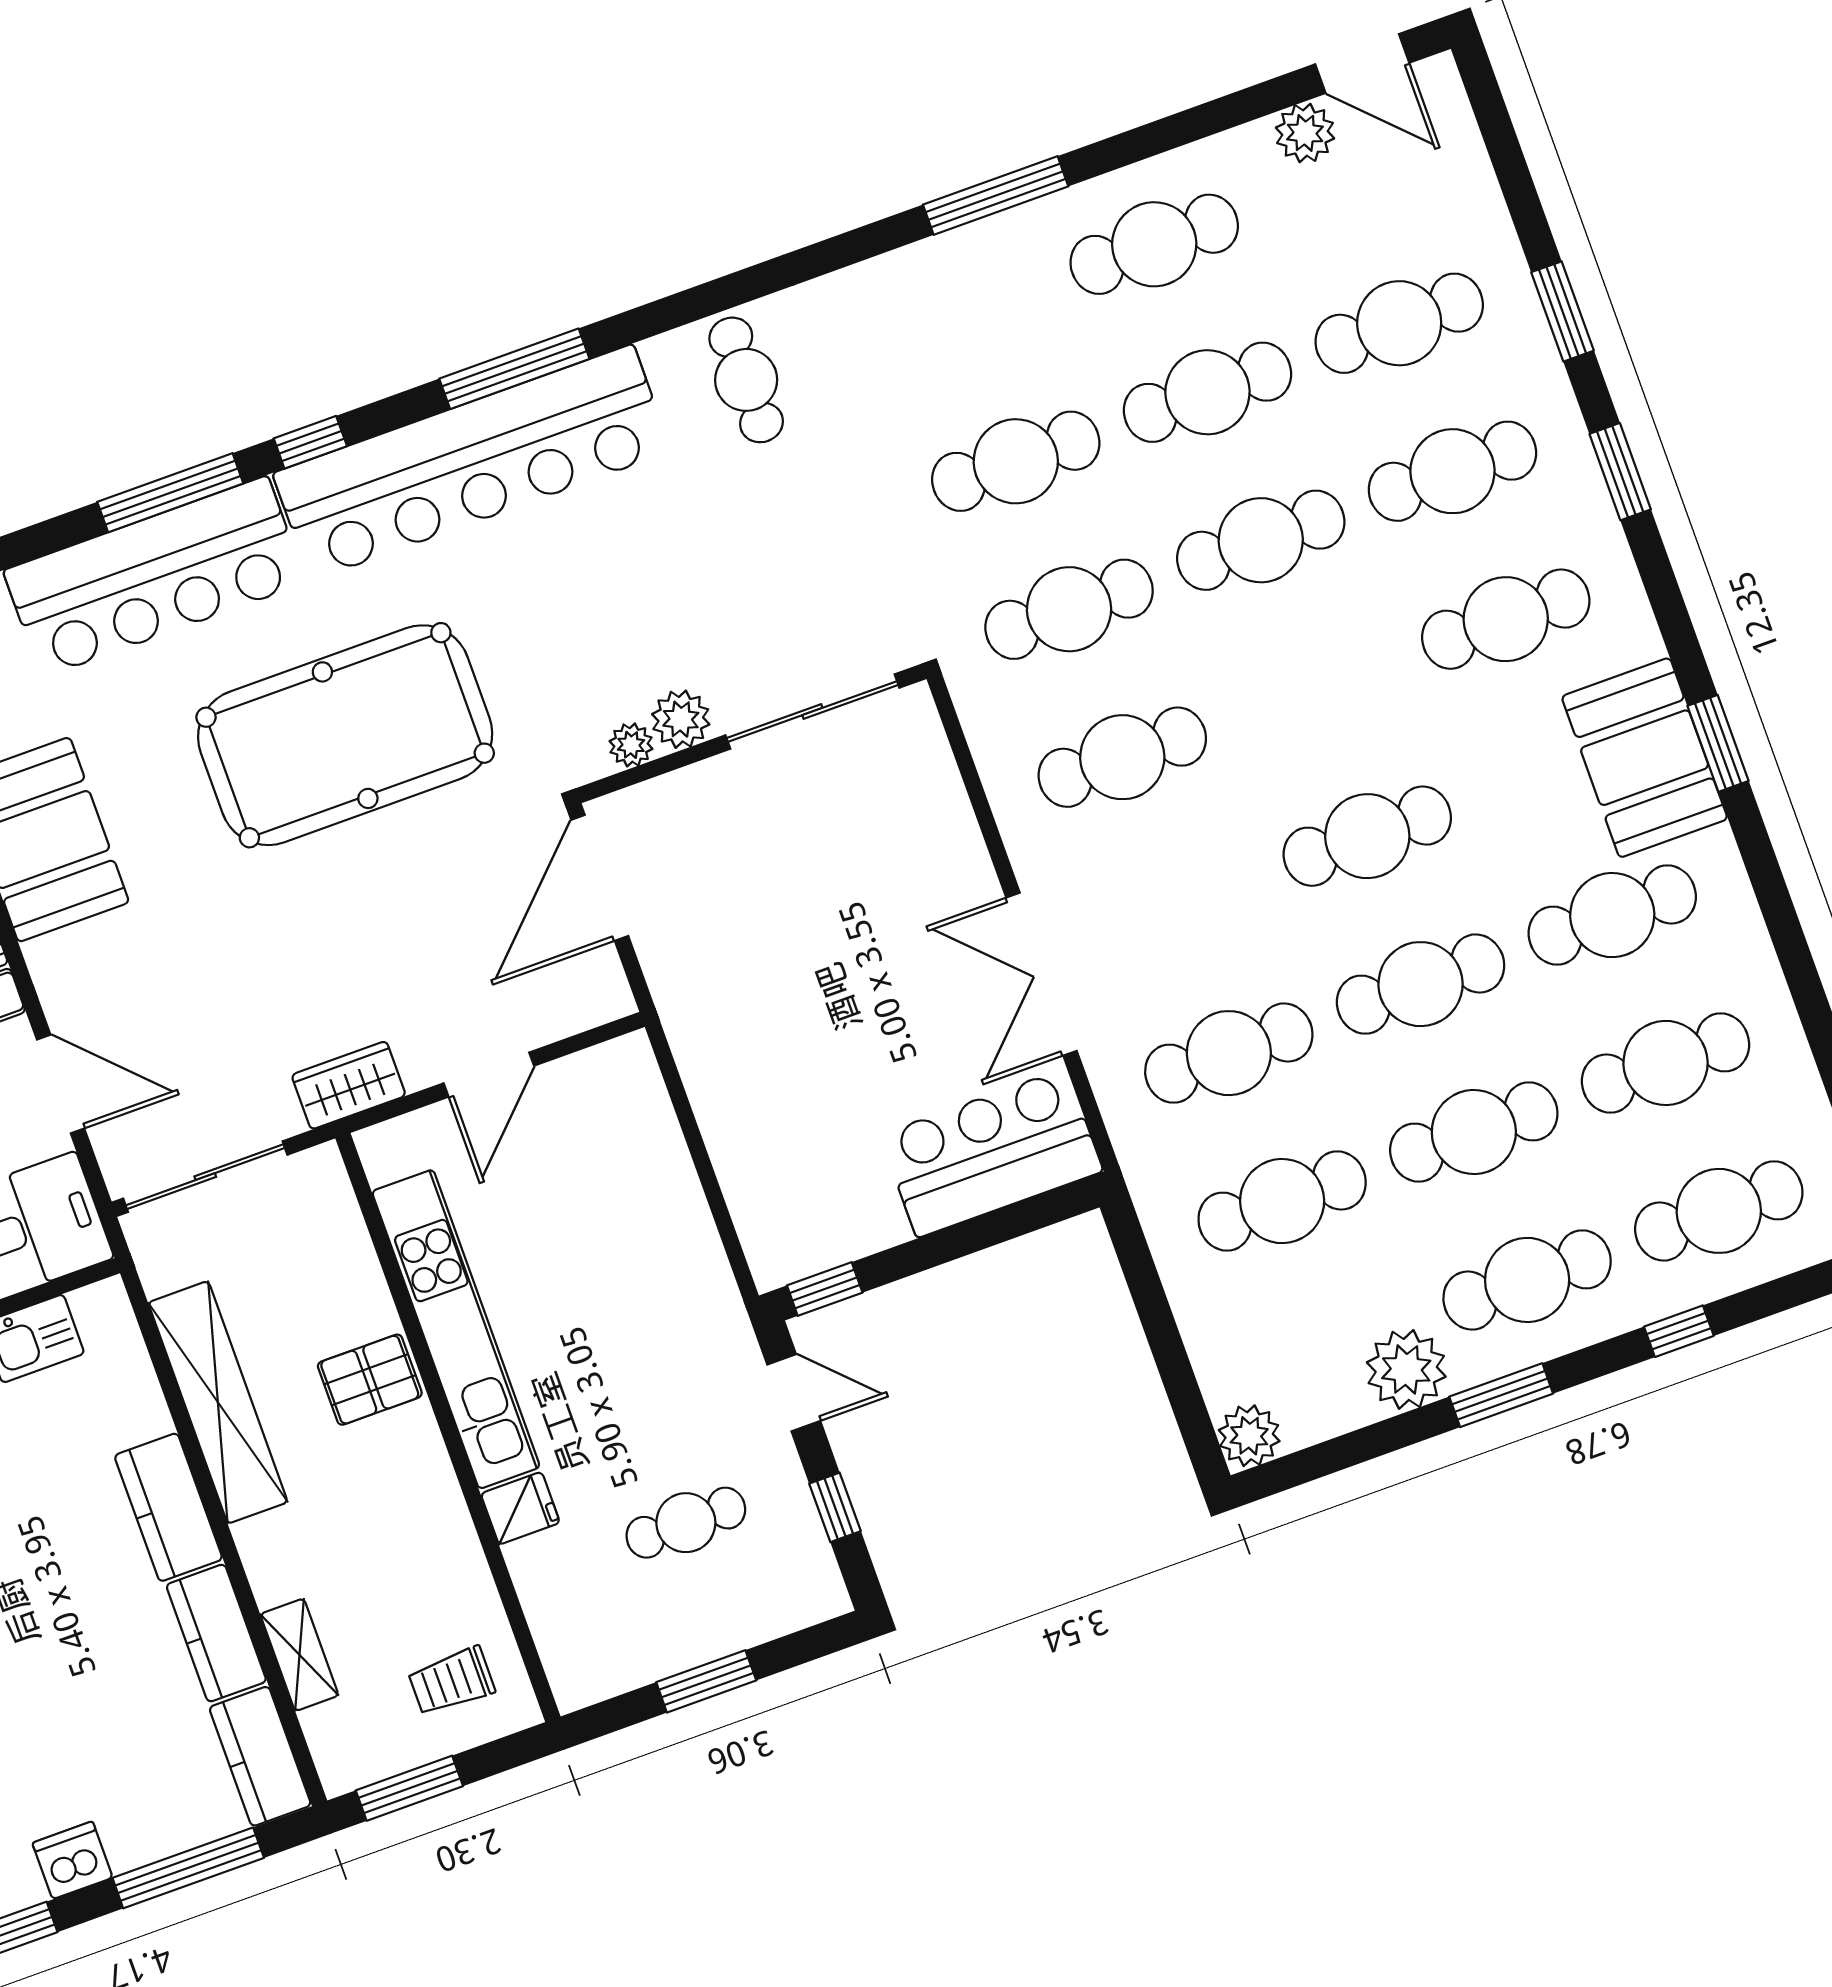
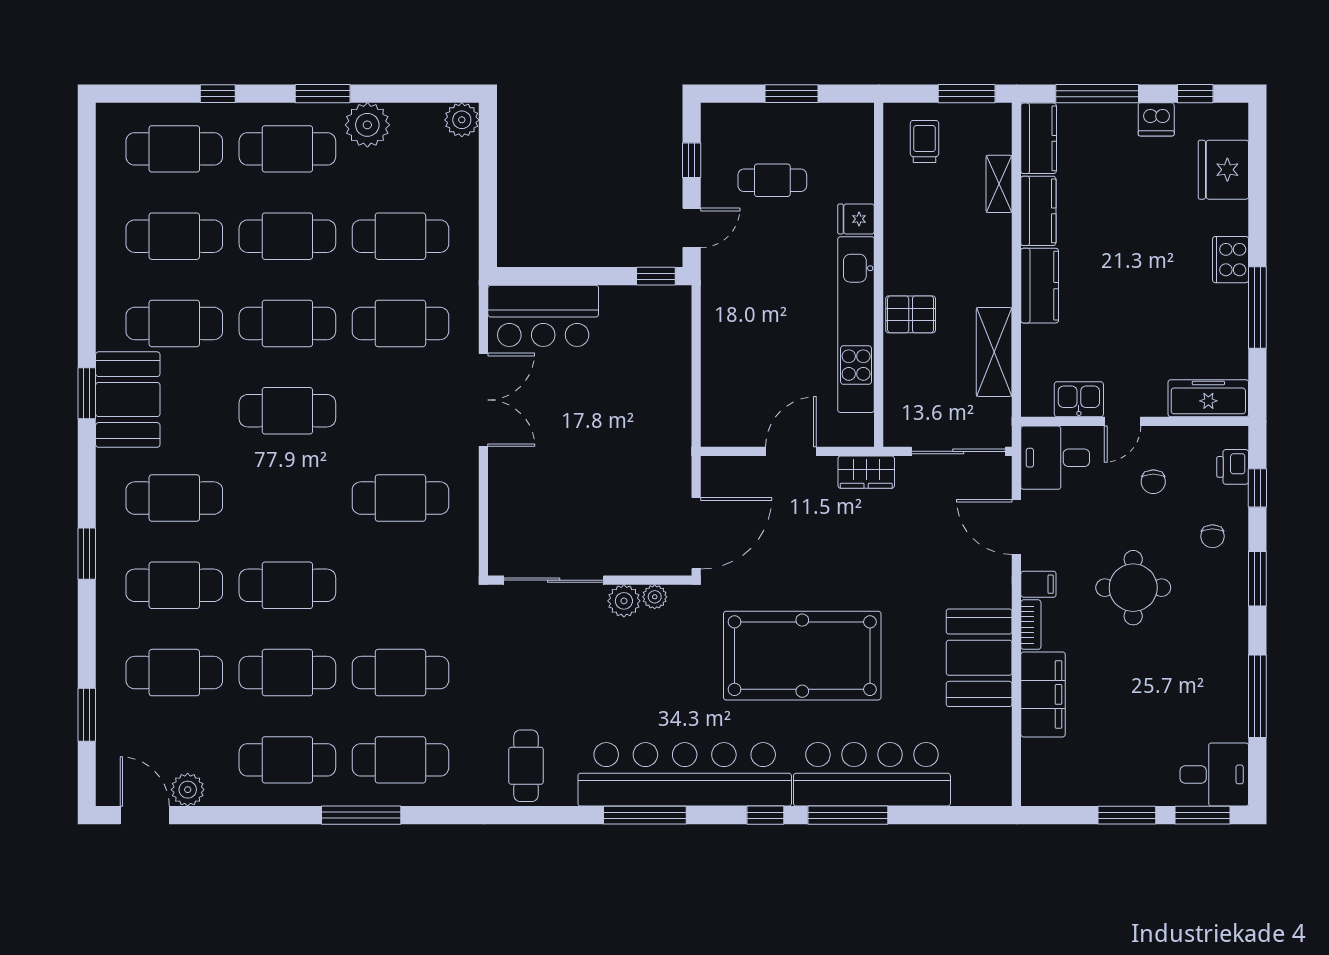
window: (1562, 311) -> (87, 715), moved
cafe table: (1069, 609) -> (400, 760), moved
door: (794, 1393) -> (692, 228), swing flipped
shelving: (218, 1402) -> (994, 352), width x0.68
trolley: (452, 1681) -> (925, 142), turned -90

